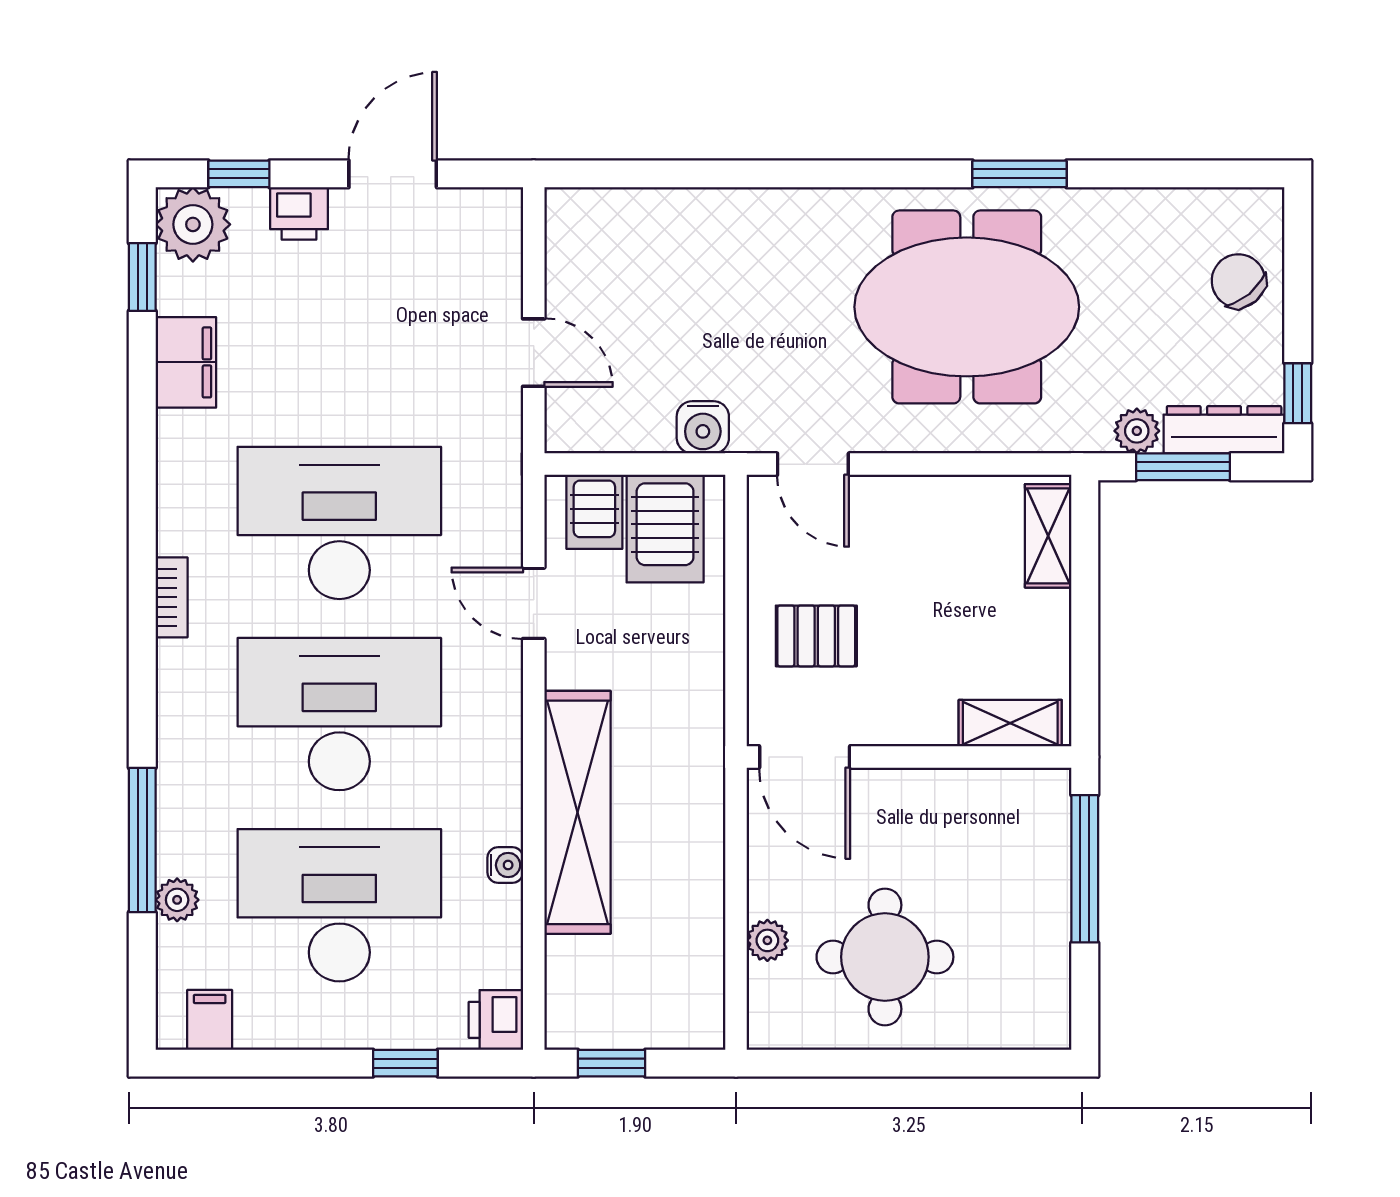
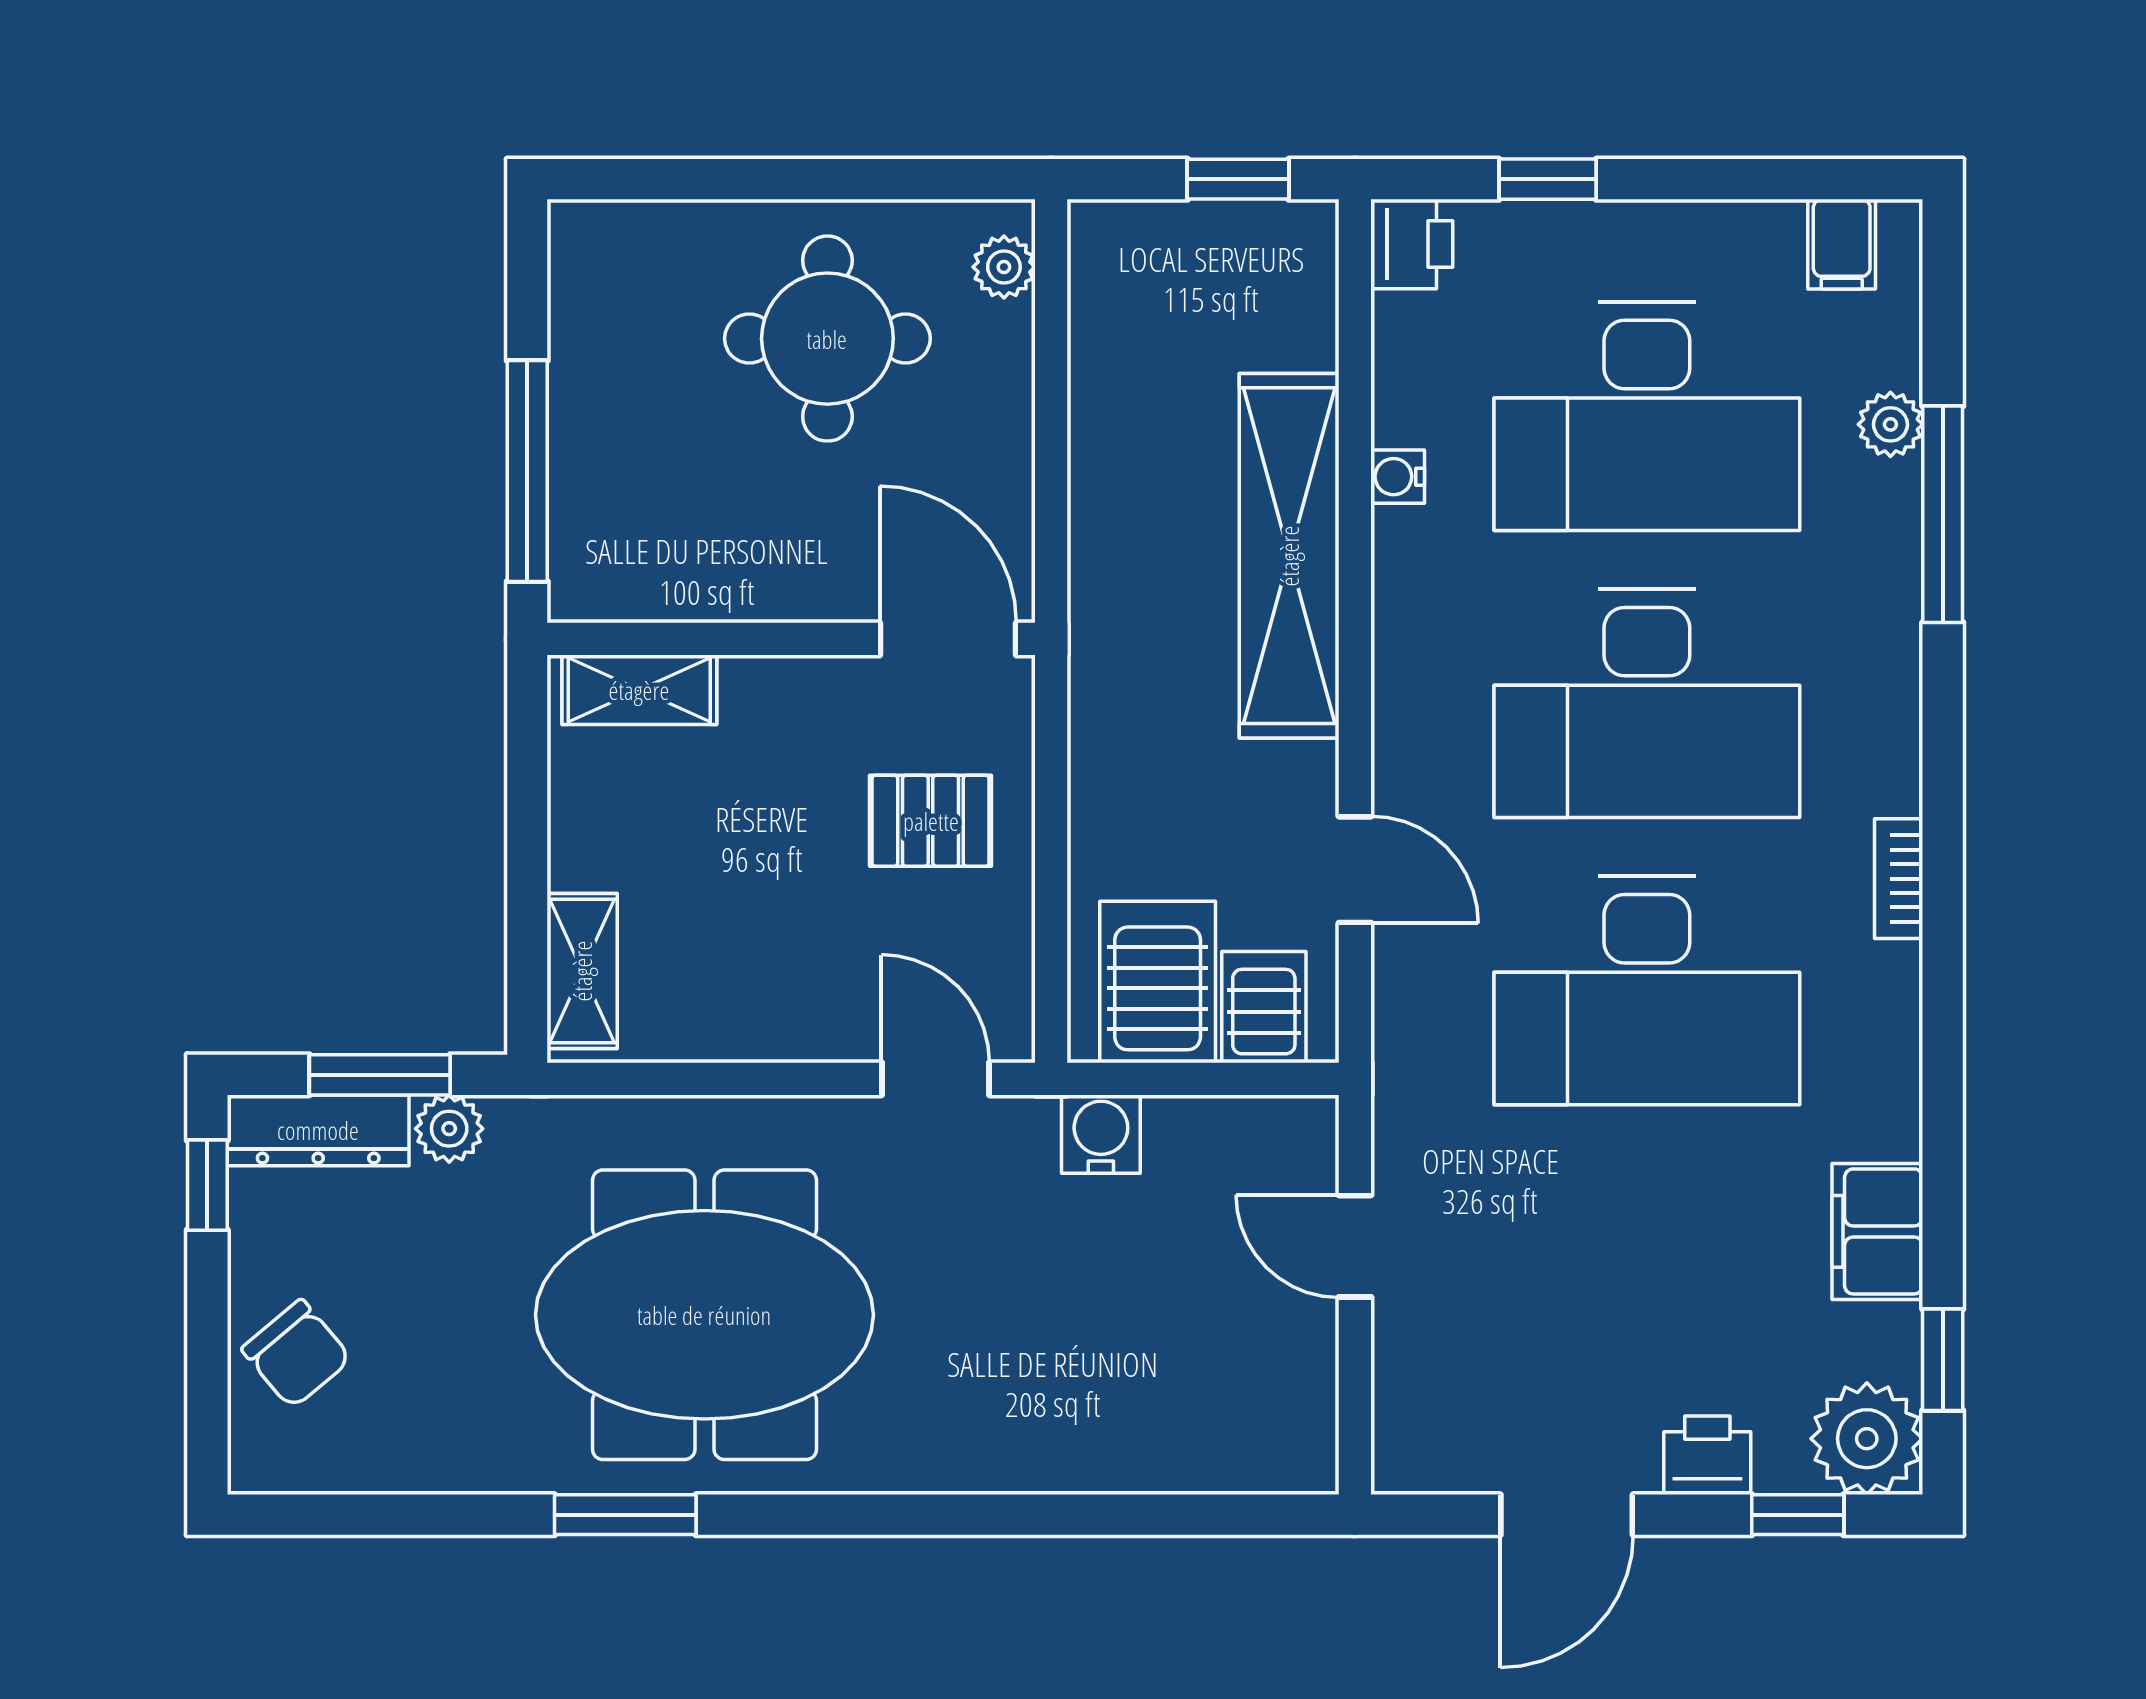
plant: (767, 940) -> (1004, 267), moved

